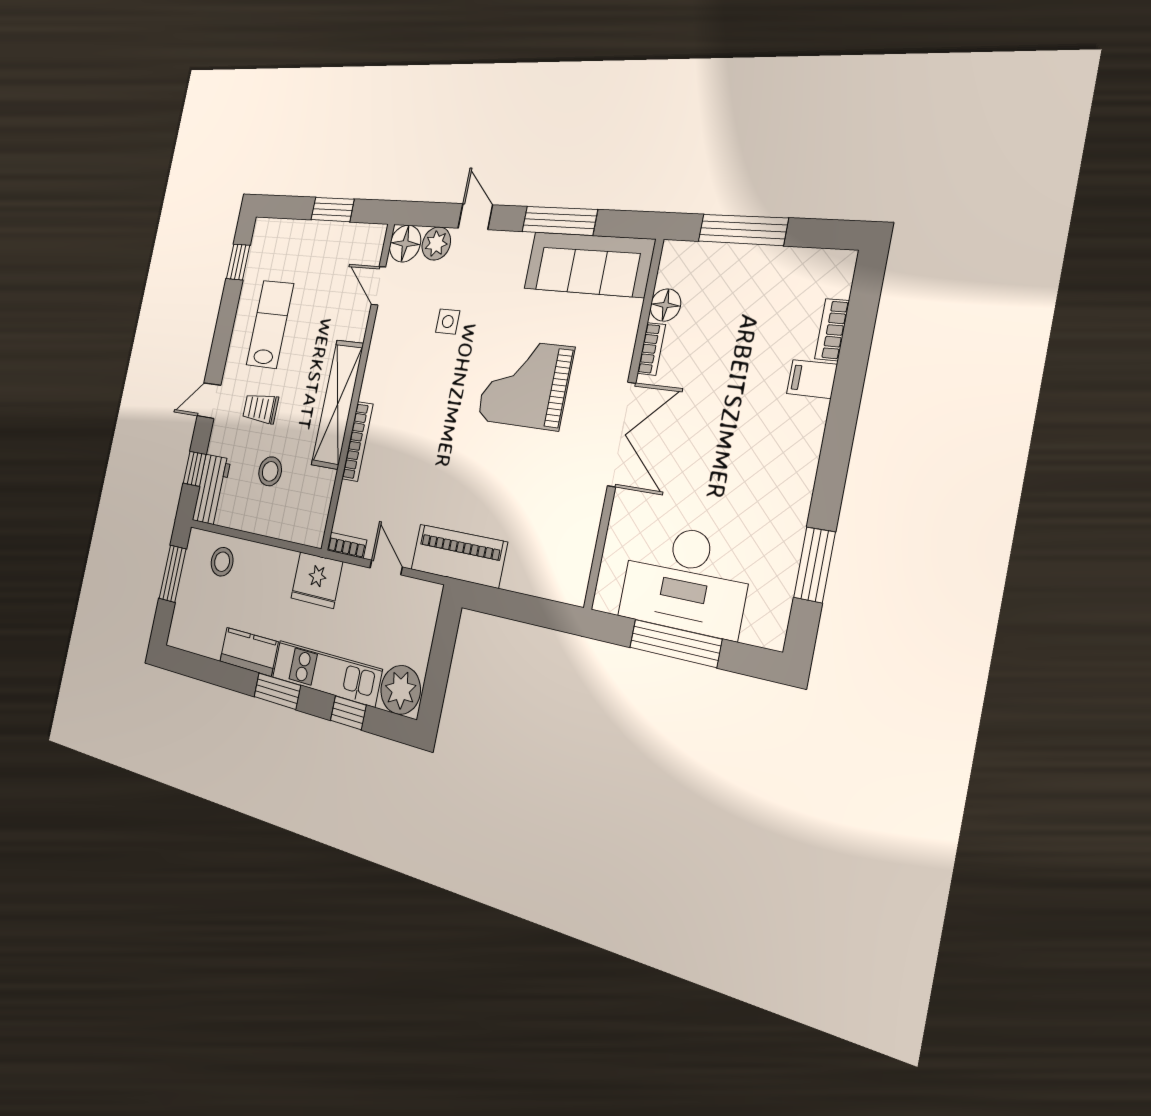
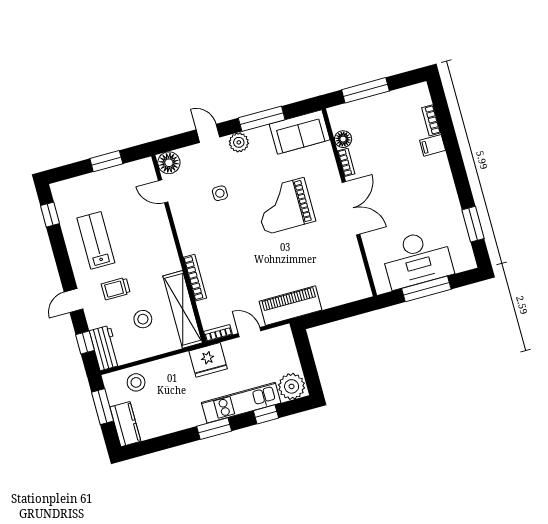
plant: (436, 244) -> (239, 142), moved
sofa: (589, 264) -> (300, 132), width x0.73
shelving: (337, 404) -> (183, 309), moved
kitchen counter: (249, 652) -> (125, 424), moved, turned 90

